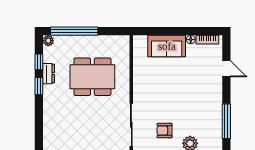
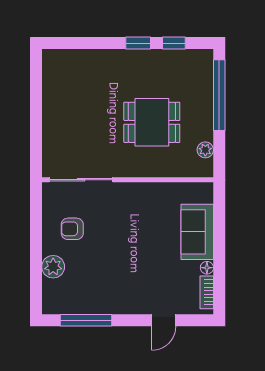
plant: (48, 41) -> (205, 150), moved
dresser: (49, 74) -> (156, 57), removed
dining table: (92, 77) -> (152, 122), width x0.73
armchair: (164, 131) -> (72, 229), turned -90

